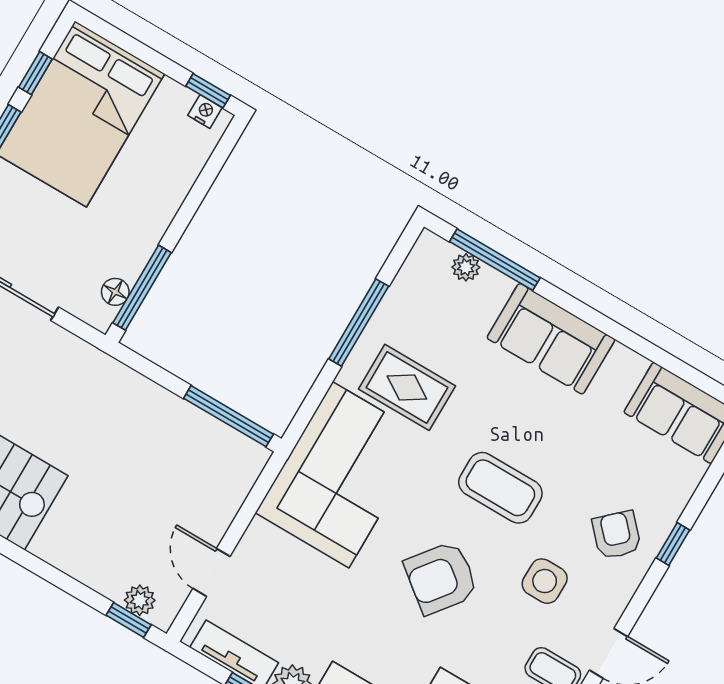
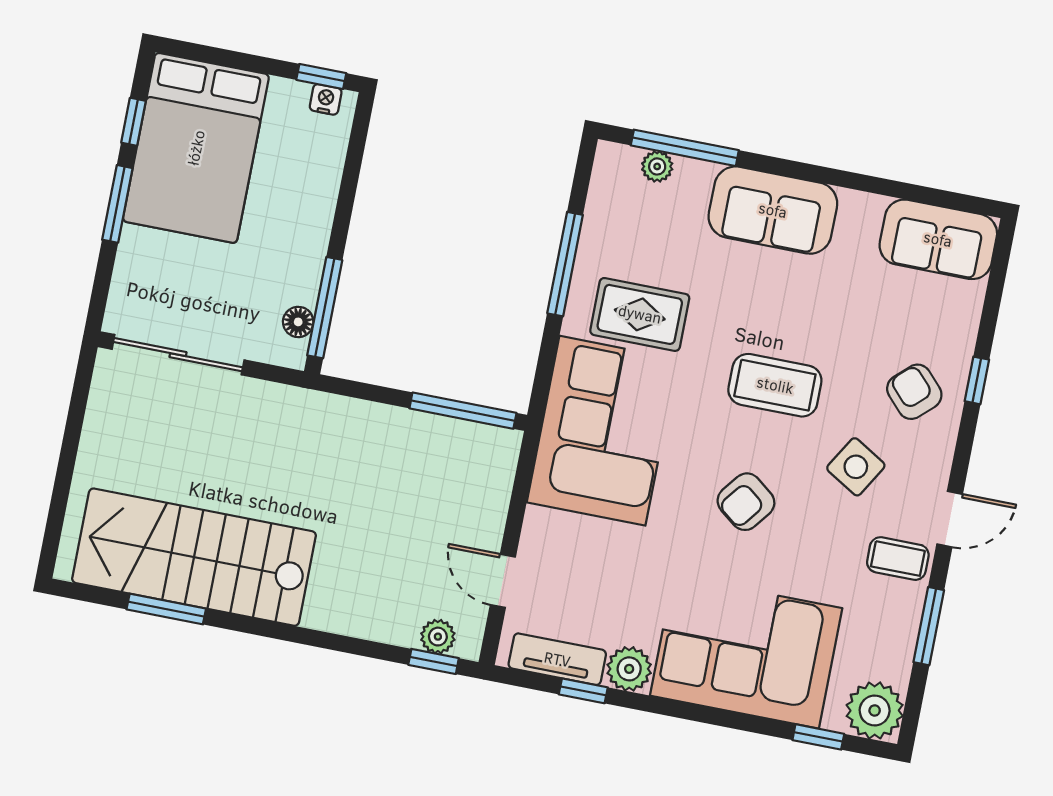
armchair: (441, 578) -> (746, 502), width x0.72, depth x0.72
side table: (545, 581) -> (856, 467), turned 31

